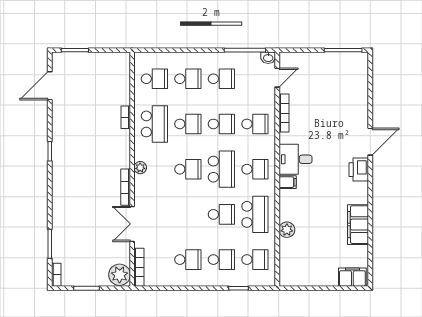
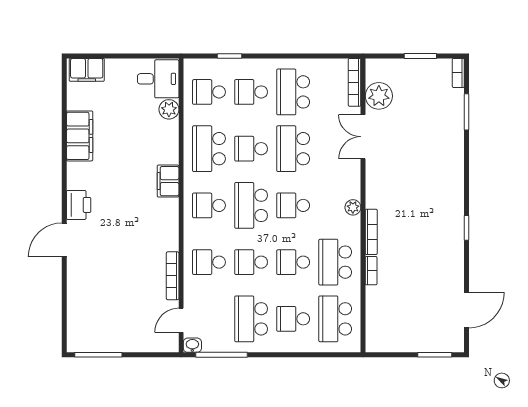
school desk: (154, 79) -> (335, 319), width x1.85
school desk: (221, 79) -> (251, 319), width x1.85
desk: (295, 159) -> (158, 79), moved
filing cabinet: (288, 182) -> (168, 181), width x2.00
bookcase: (126, 187) -> (371, 232), moved
school desk: (188, 214) -> (293, 149), added
double door: (132, 224) -> (363, 137), swing flipped
plant: (287, 230) -> (169, 109), moved
school desk: (188, 260) -> (293, 92), width x1.85
plant: (120, 275) -> (379, 96), moved

